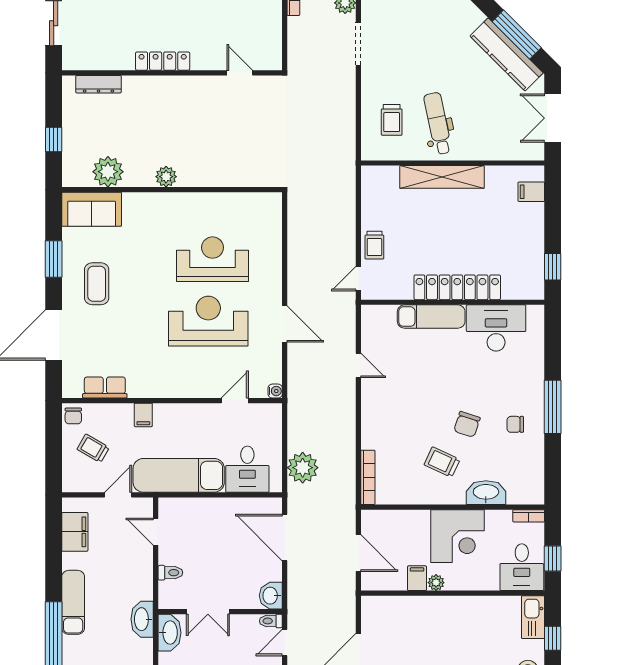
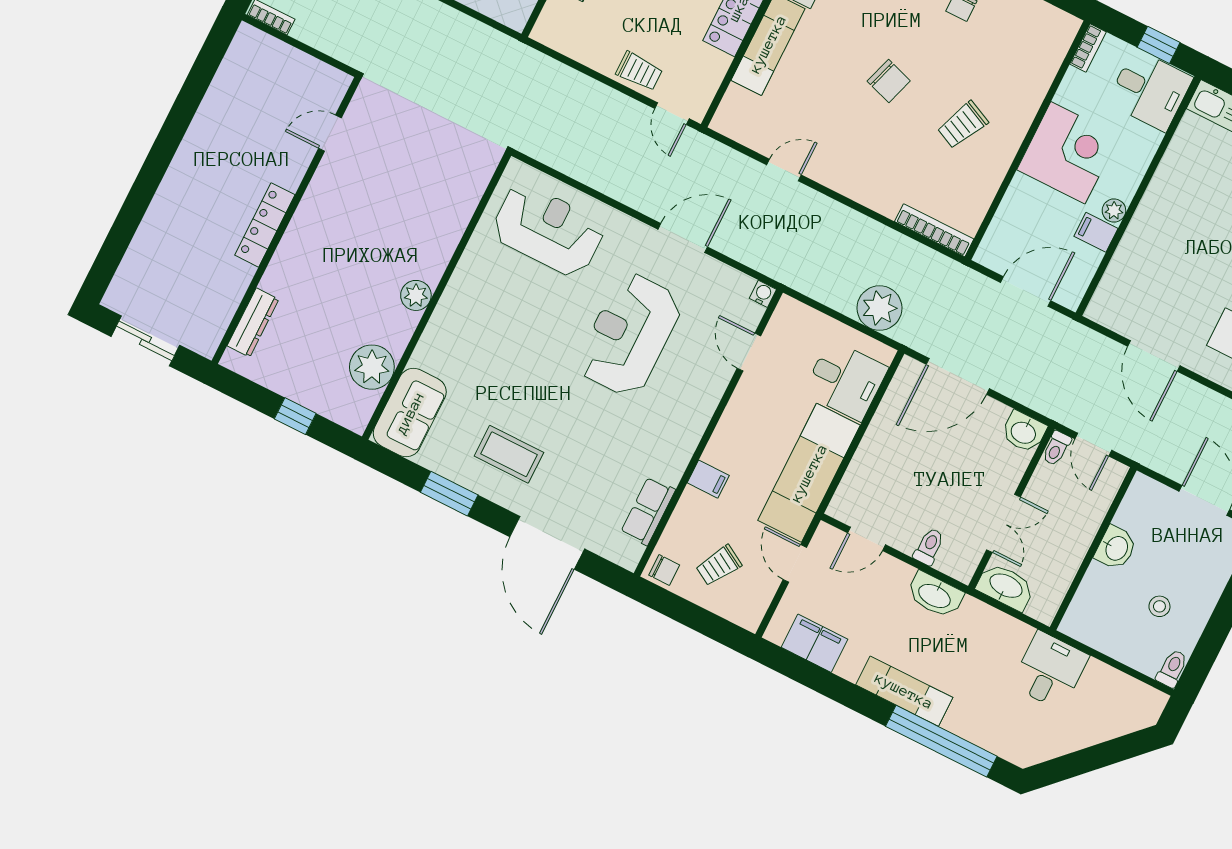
reception desk: (212, 259) -> (548, 230), moved, turned 90
chair: (467, 424) -> (889, 81), moved
washbasin: (486, 493) -> (1030, 88), removed
washbasin: (142, 619) -> (935, 595), moved

